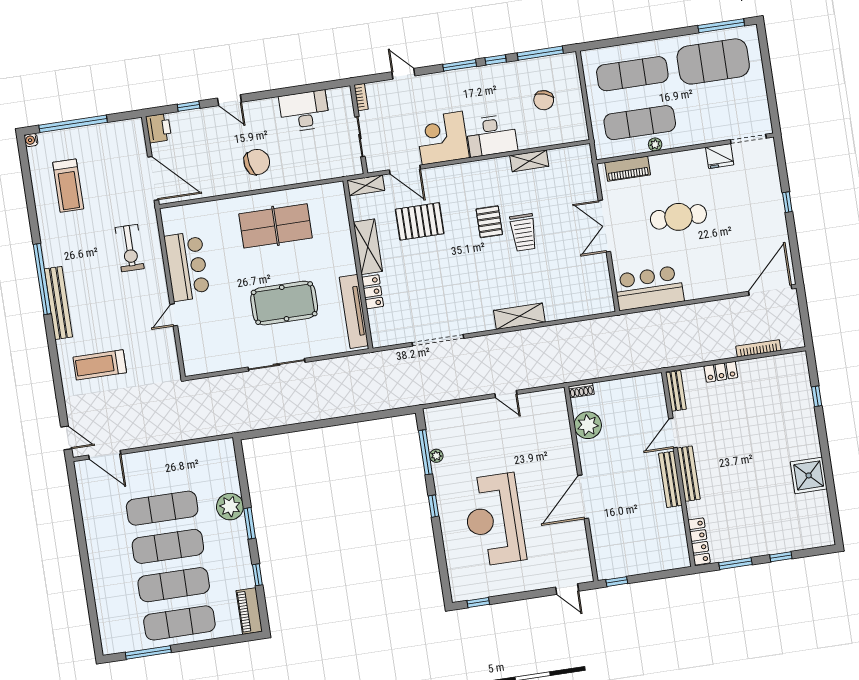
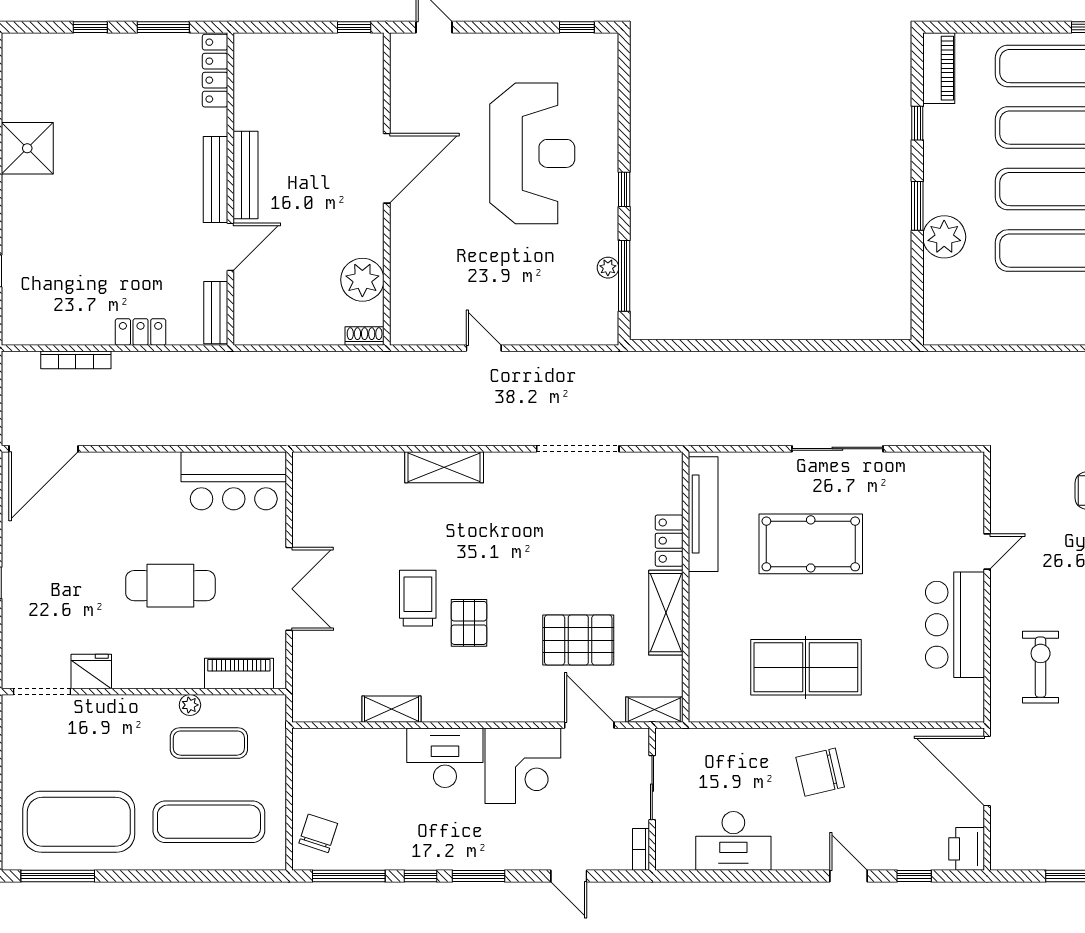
chair: (544, 100) -> (318, 833), moved
exercise mat: (640, 123) -> (209, 743), width x0.73, depth x0.69

